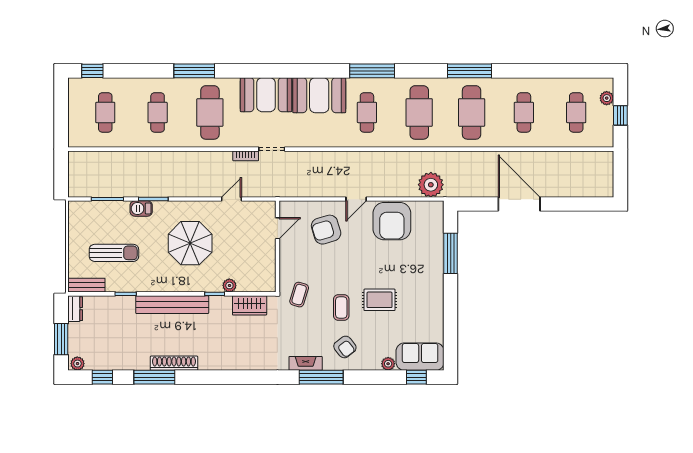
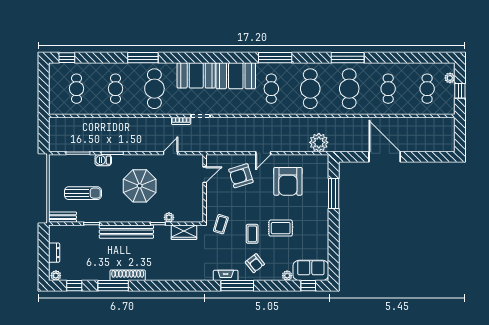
armchair: (392, 221) -> (288, 181), moved
dresser: (75, 309) -> (54, 253), moved
window: (61, 339) -> (44, 257), removed

